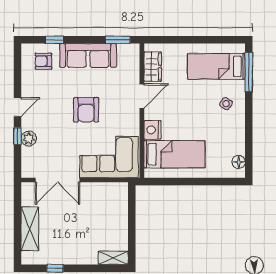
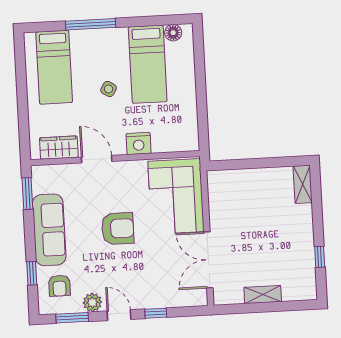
window: (18, 70) -> (72, 318), added
window: (249, 72) -> (90, 24), moved
side table: (226, 104) -> (109, 89), moved
plant: (29, 139) -> (92, 302), moved
bed: (174, 154) -> (148, 64), moved, turned 180
double door: (57, 180) -> (208, 260), swing flipped
shelving: (30, 229) -> (263, 295), width x0.67, depth x0.75

